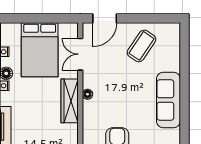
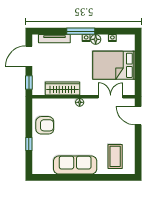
coffee table: (141, 46) -> (115, 156), moved, turned 56
wardrobe: (70, 101) -> (63, 89), moved

